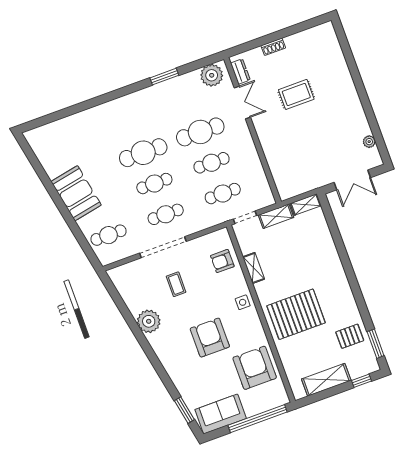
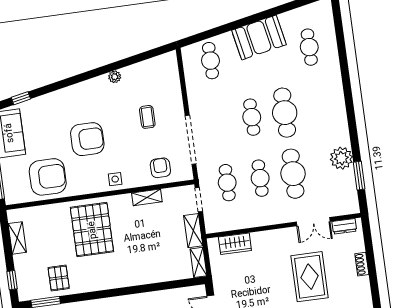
plant: (212, 75) -> (341, 158), moved
window: (164, 77) -> (359, 176), moved
rug: (296, 94) -> (310, 277), width x1.36, depth x1.43
wardrobe: (280, 173) -> (235, 244), added
cafe table: (166, 214) -> (309, 47), moved
doorway: (163, 247) -> (191, 140), moved
coffee table: (176, 284) -> (147, 117), turned 90
plant: (149, 321) -> (115, 77), width x0.53, depth x0.53
shelving: (326, 380) -> (17, 238), width x0.67, depth x0.75
window: (184, 410) -> (21, 98), width x0.67

